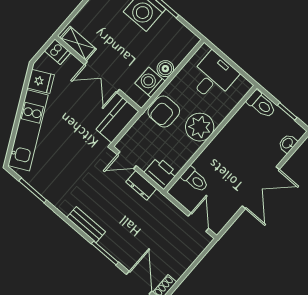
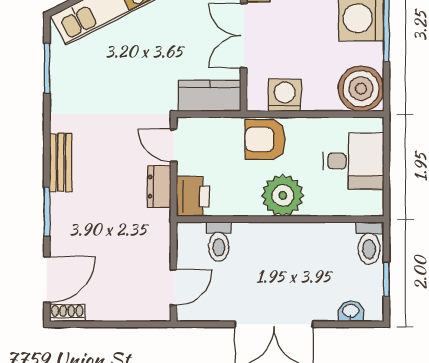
boiler: (165, 69) -> (361, 89), moved, width x1.86, depth x1.86

